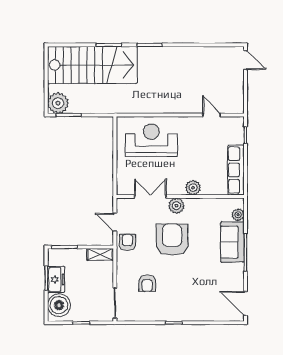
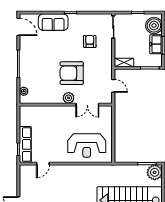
door: (212, 115) -> (43, 164), hinge flipped
row of seats: (236, 170) -> (25, 144), moved
plant: (193, 188) -> (56, 111), removed
armchair: (172, 240) -> (72, 73), turned 90
armchair: (127, 242) -> (104, 71), removed
sofa: (232, 242) -> (53, 22), moved, turned 90

